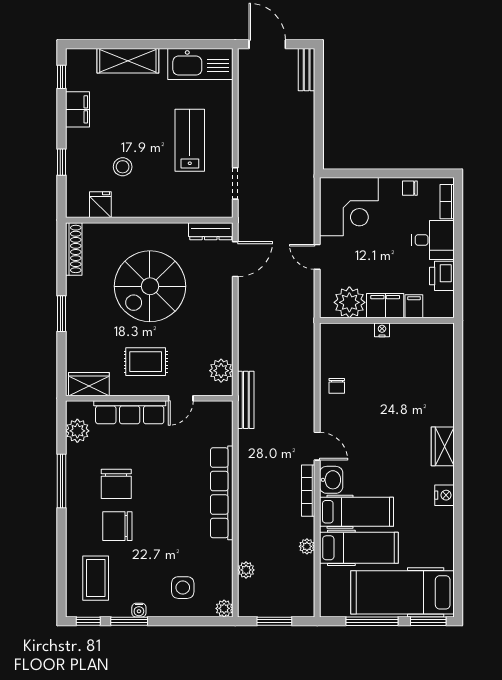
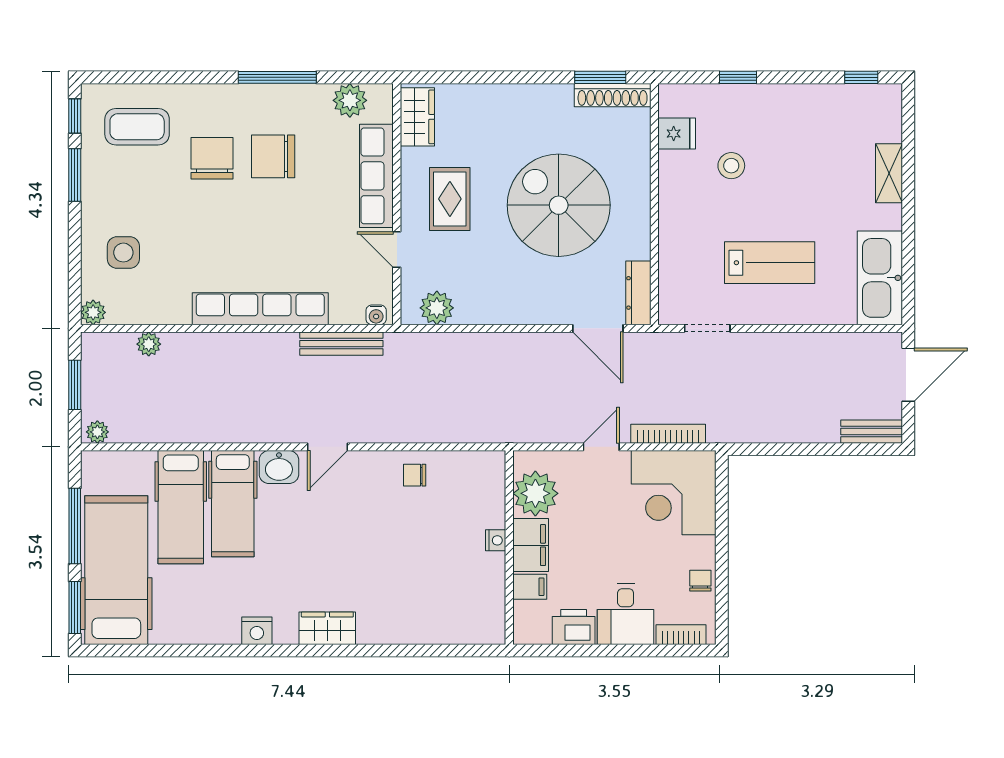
shelving: (128, 61) -> (889, 173), width x0.67, depth x0.75
filing cabinet: (78, 109) -> (814, 100), removed
window: (62, 314) -> (600, 77), moved
bench: (246, 400) -> (341, 344), moved
bookcase: (308, 491) -> (668, 434), moved
plant: (307, 546) -> (97, 432), moved
water cooler: (139, 610) -> (376, 315), moved, turned -90

